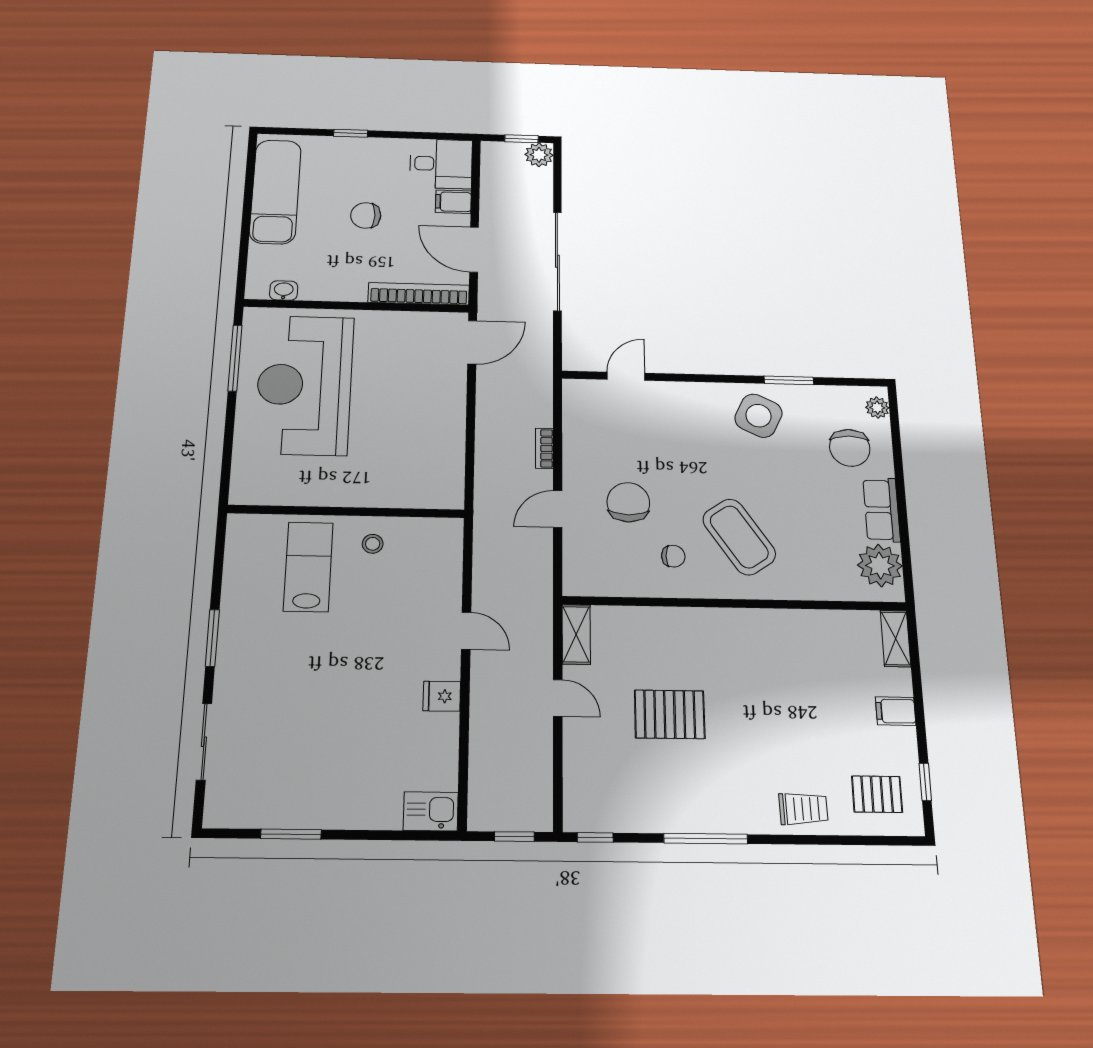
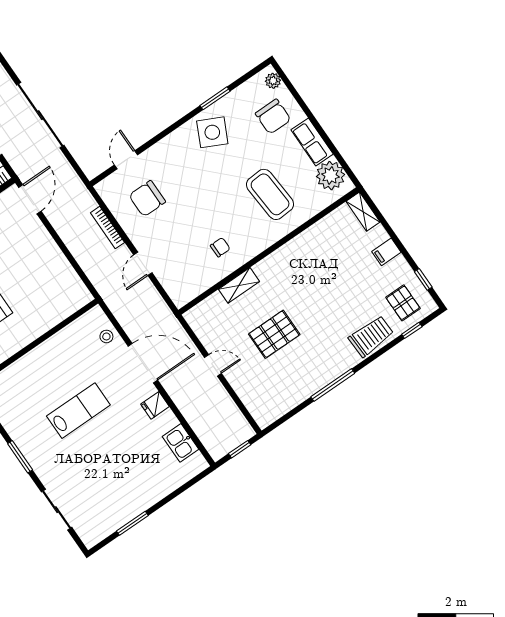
bookcase: (544, 448) -> (108, 228), width x1.56
chair: (628, 502) -> (147, 199), moved, turned -90
coffee table: (739, 537) -> (270, 194), moved, turned 30
stool: (373, 544) -> (106, 336), moved
lab bench: (308, 567) -> (78, 411), moved, turned 90
door: (466, 631) -> (143, 363), width x1.87
shelving: (576, 634) -> (239, 285), moved, turned 90
pallet: (877, 794) -> (403, 303), turned 90
trolley: (803, 809) -> (371, 336), width x1.36, depth x1.39
kitchen sink: (431, 811) -> (181, 443), moved, turned -90
window: (595, 837) -> (412, 330), moved

